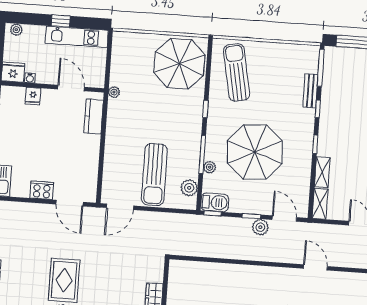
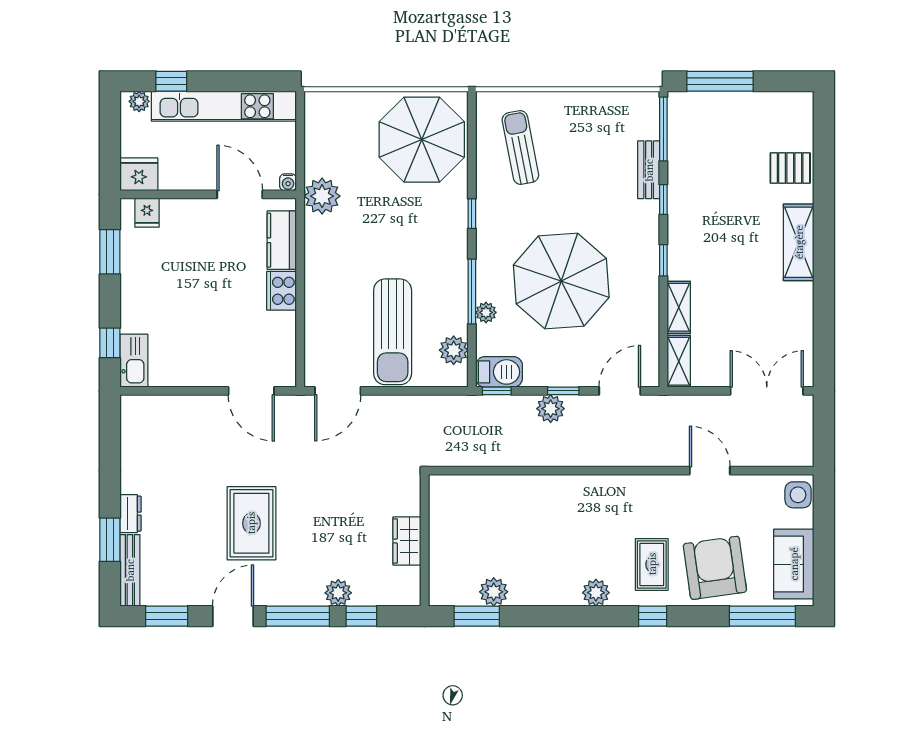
window: (61, 21) -> (171, 81), moved
kitchen unit: (77, 37) -> (224, 106), width x1.36
sun lounger: (237, 72) -> (520, 147), width x0.73, depth x0.75
water cooler: (30, 78) -> (288, 182), moved
plant: (114, 92) -> (322, 196), width x1.88, depth x1.88
fridge: (33, 96) -> (147, 213), moved
cooker: (42, 190) -> (282, 291), moved, turned -90
door: (284, 219) -> (620, 391), hinge flipped
plant: (260, 227) -> (551, 409), moved
door: (315, 267) -> (710, 471), moved

